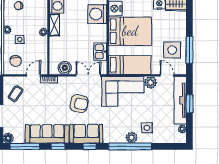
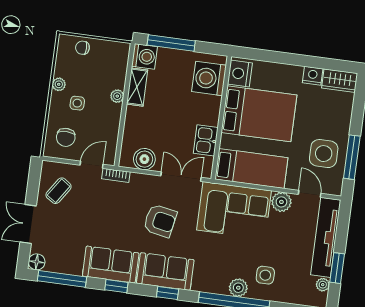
window: (189, 104) -> (337, 268), moved
sofa: (47, 134) -> (111, 265), width x0.73

